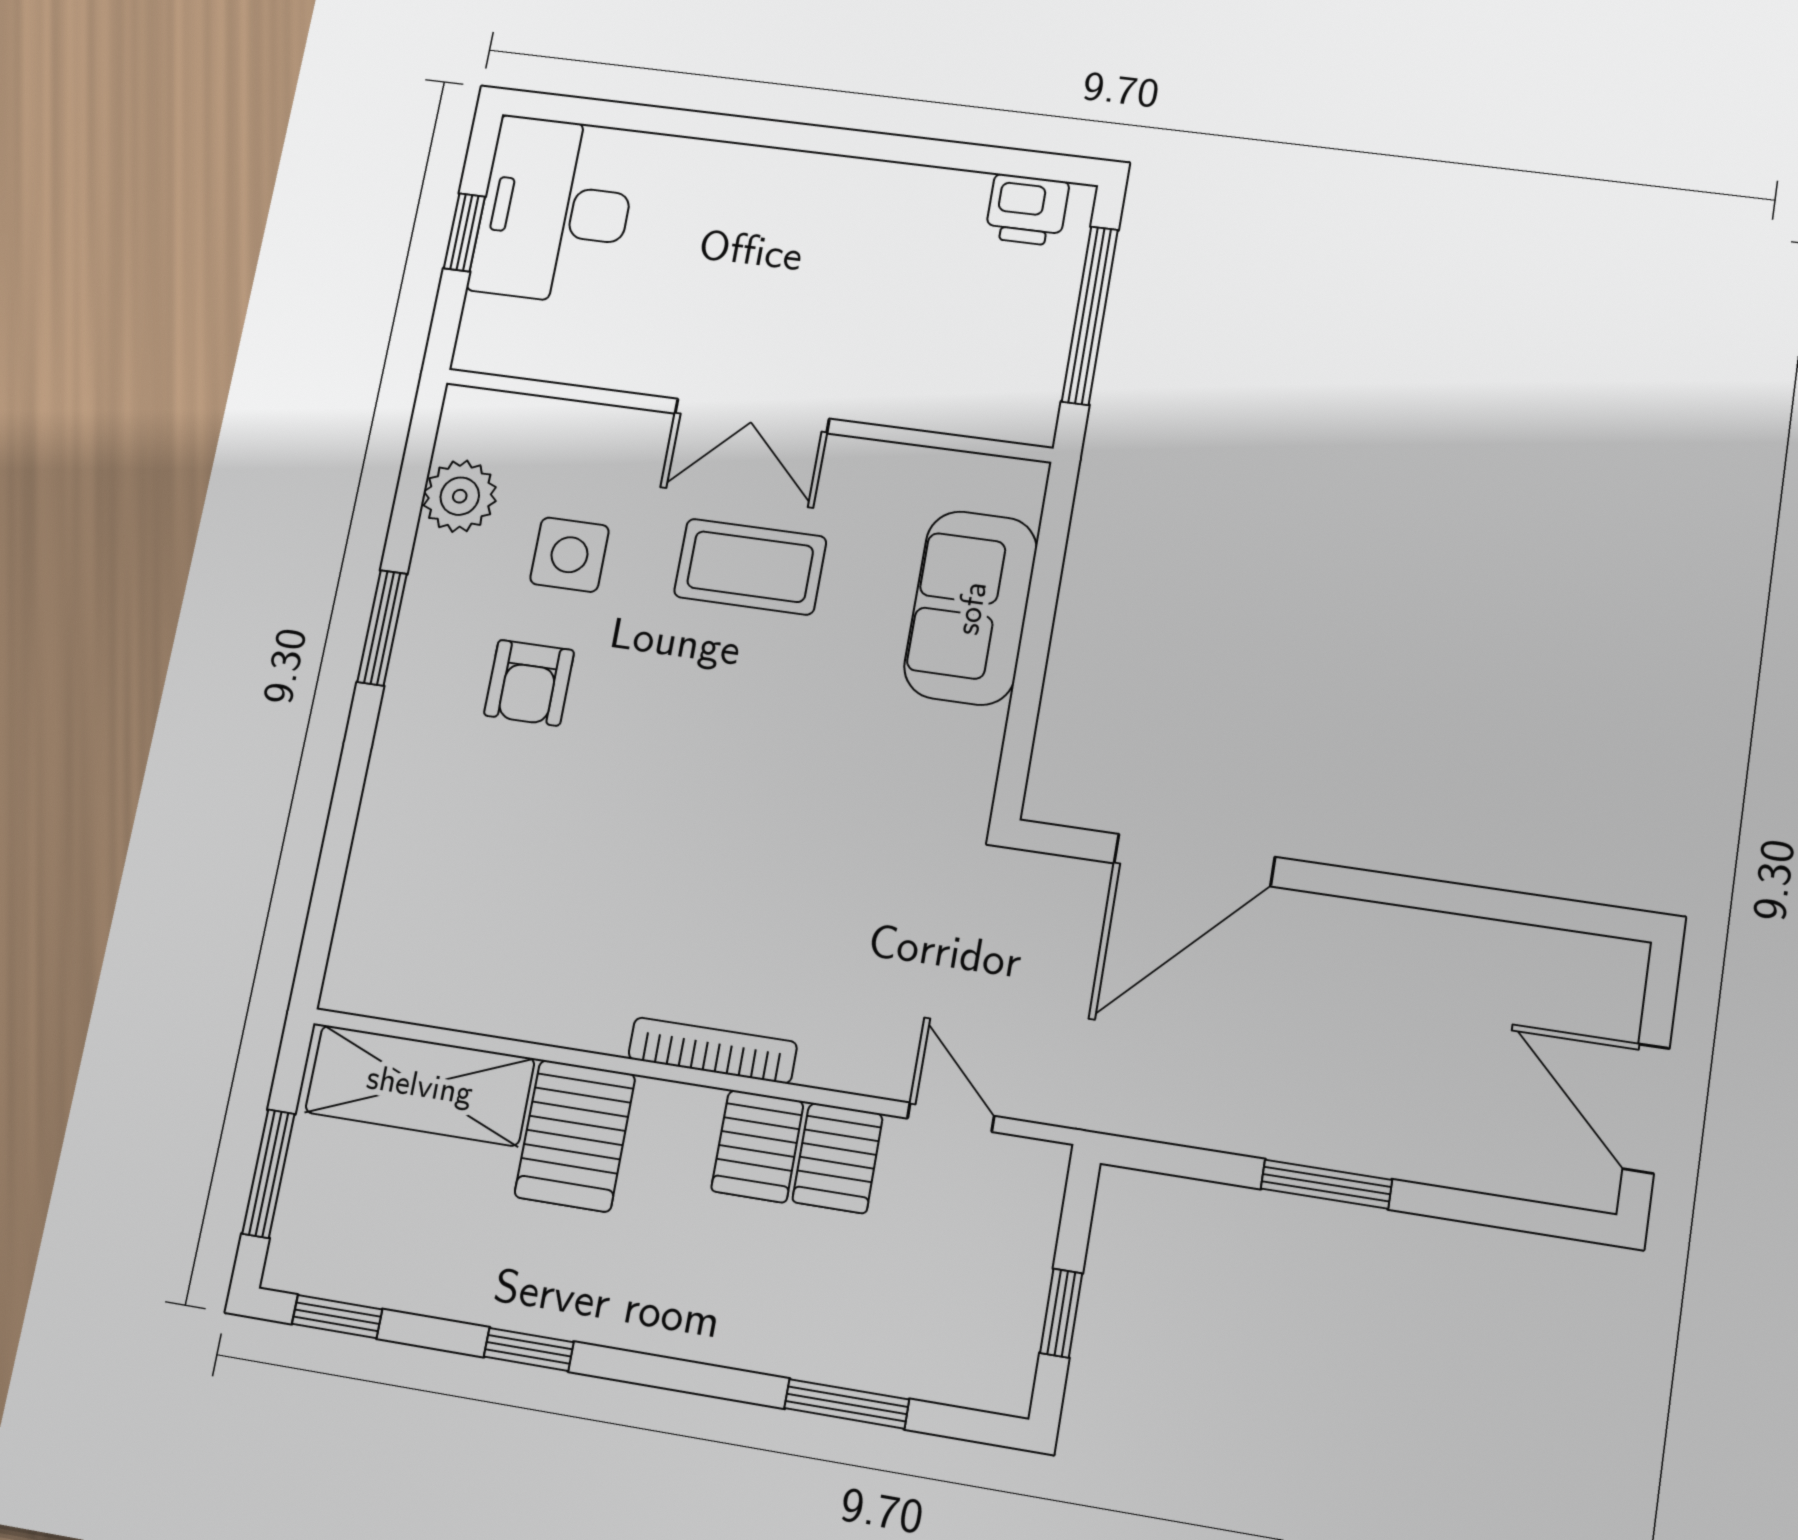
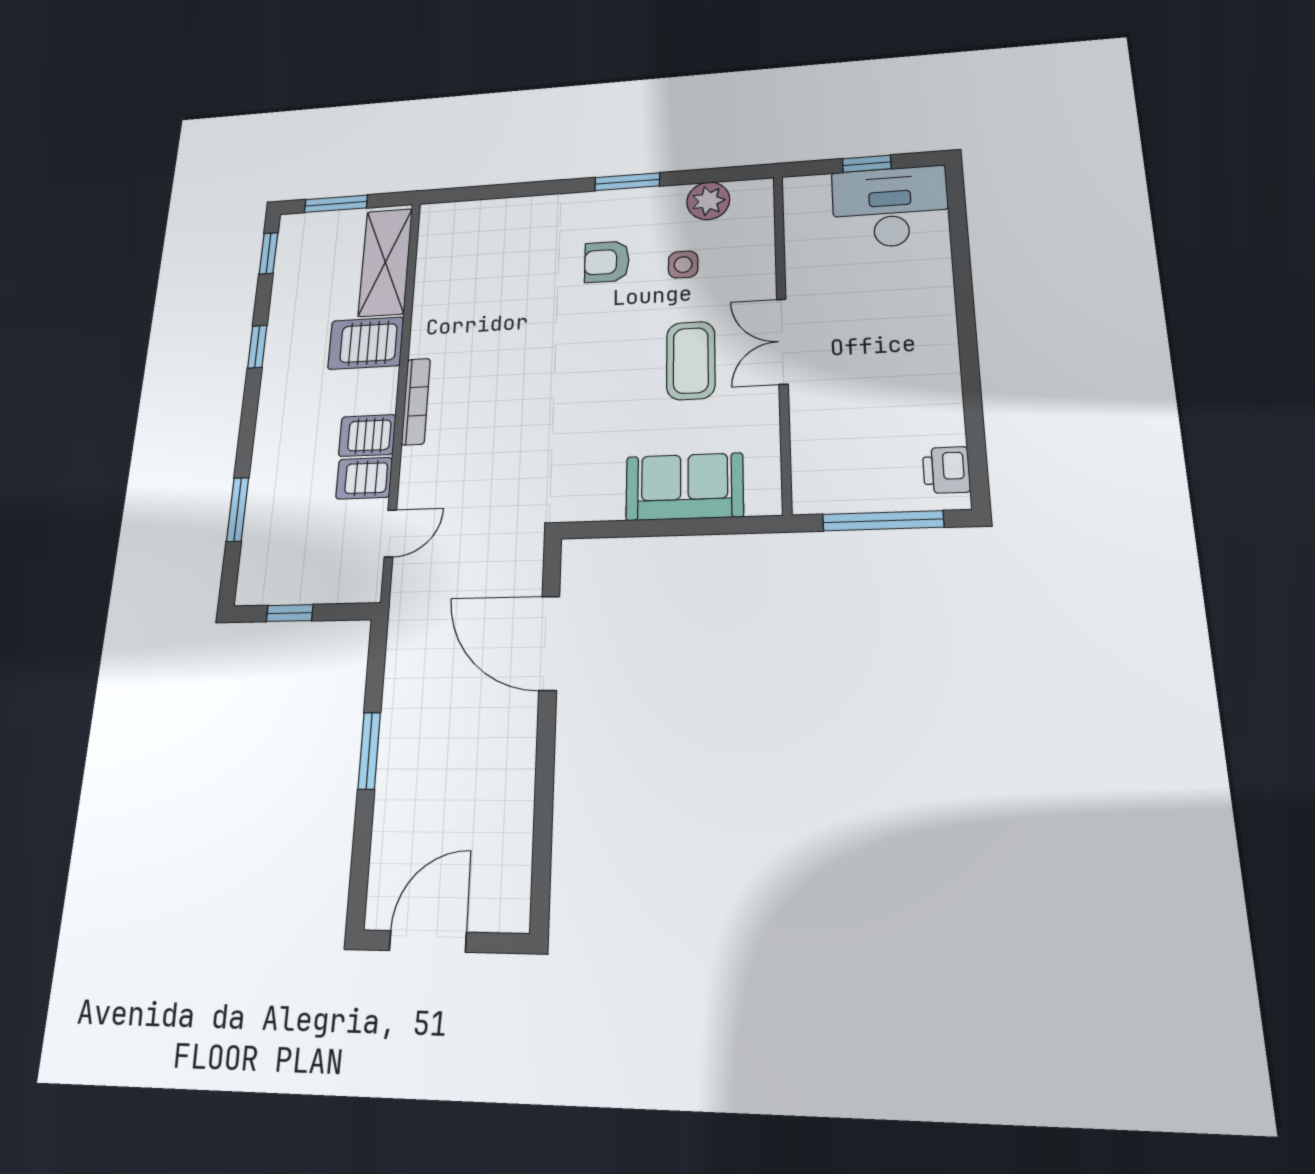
side table: (569, 555) -> (683, 265), width x0.73, depth x0.73

